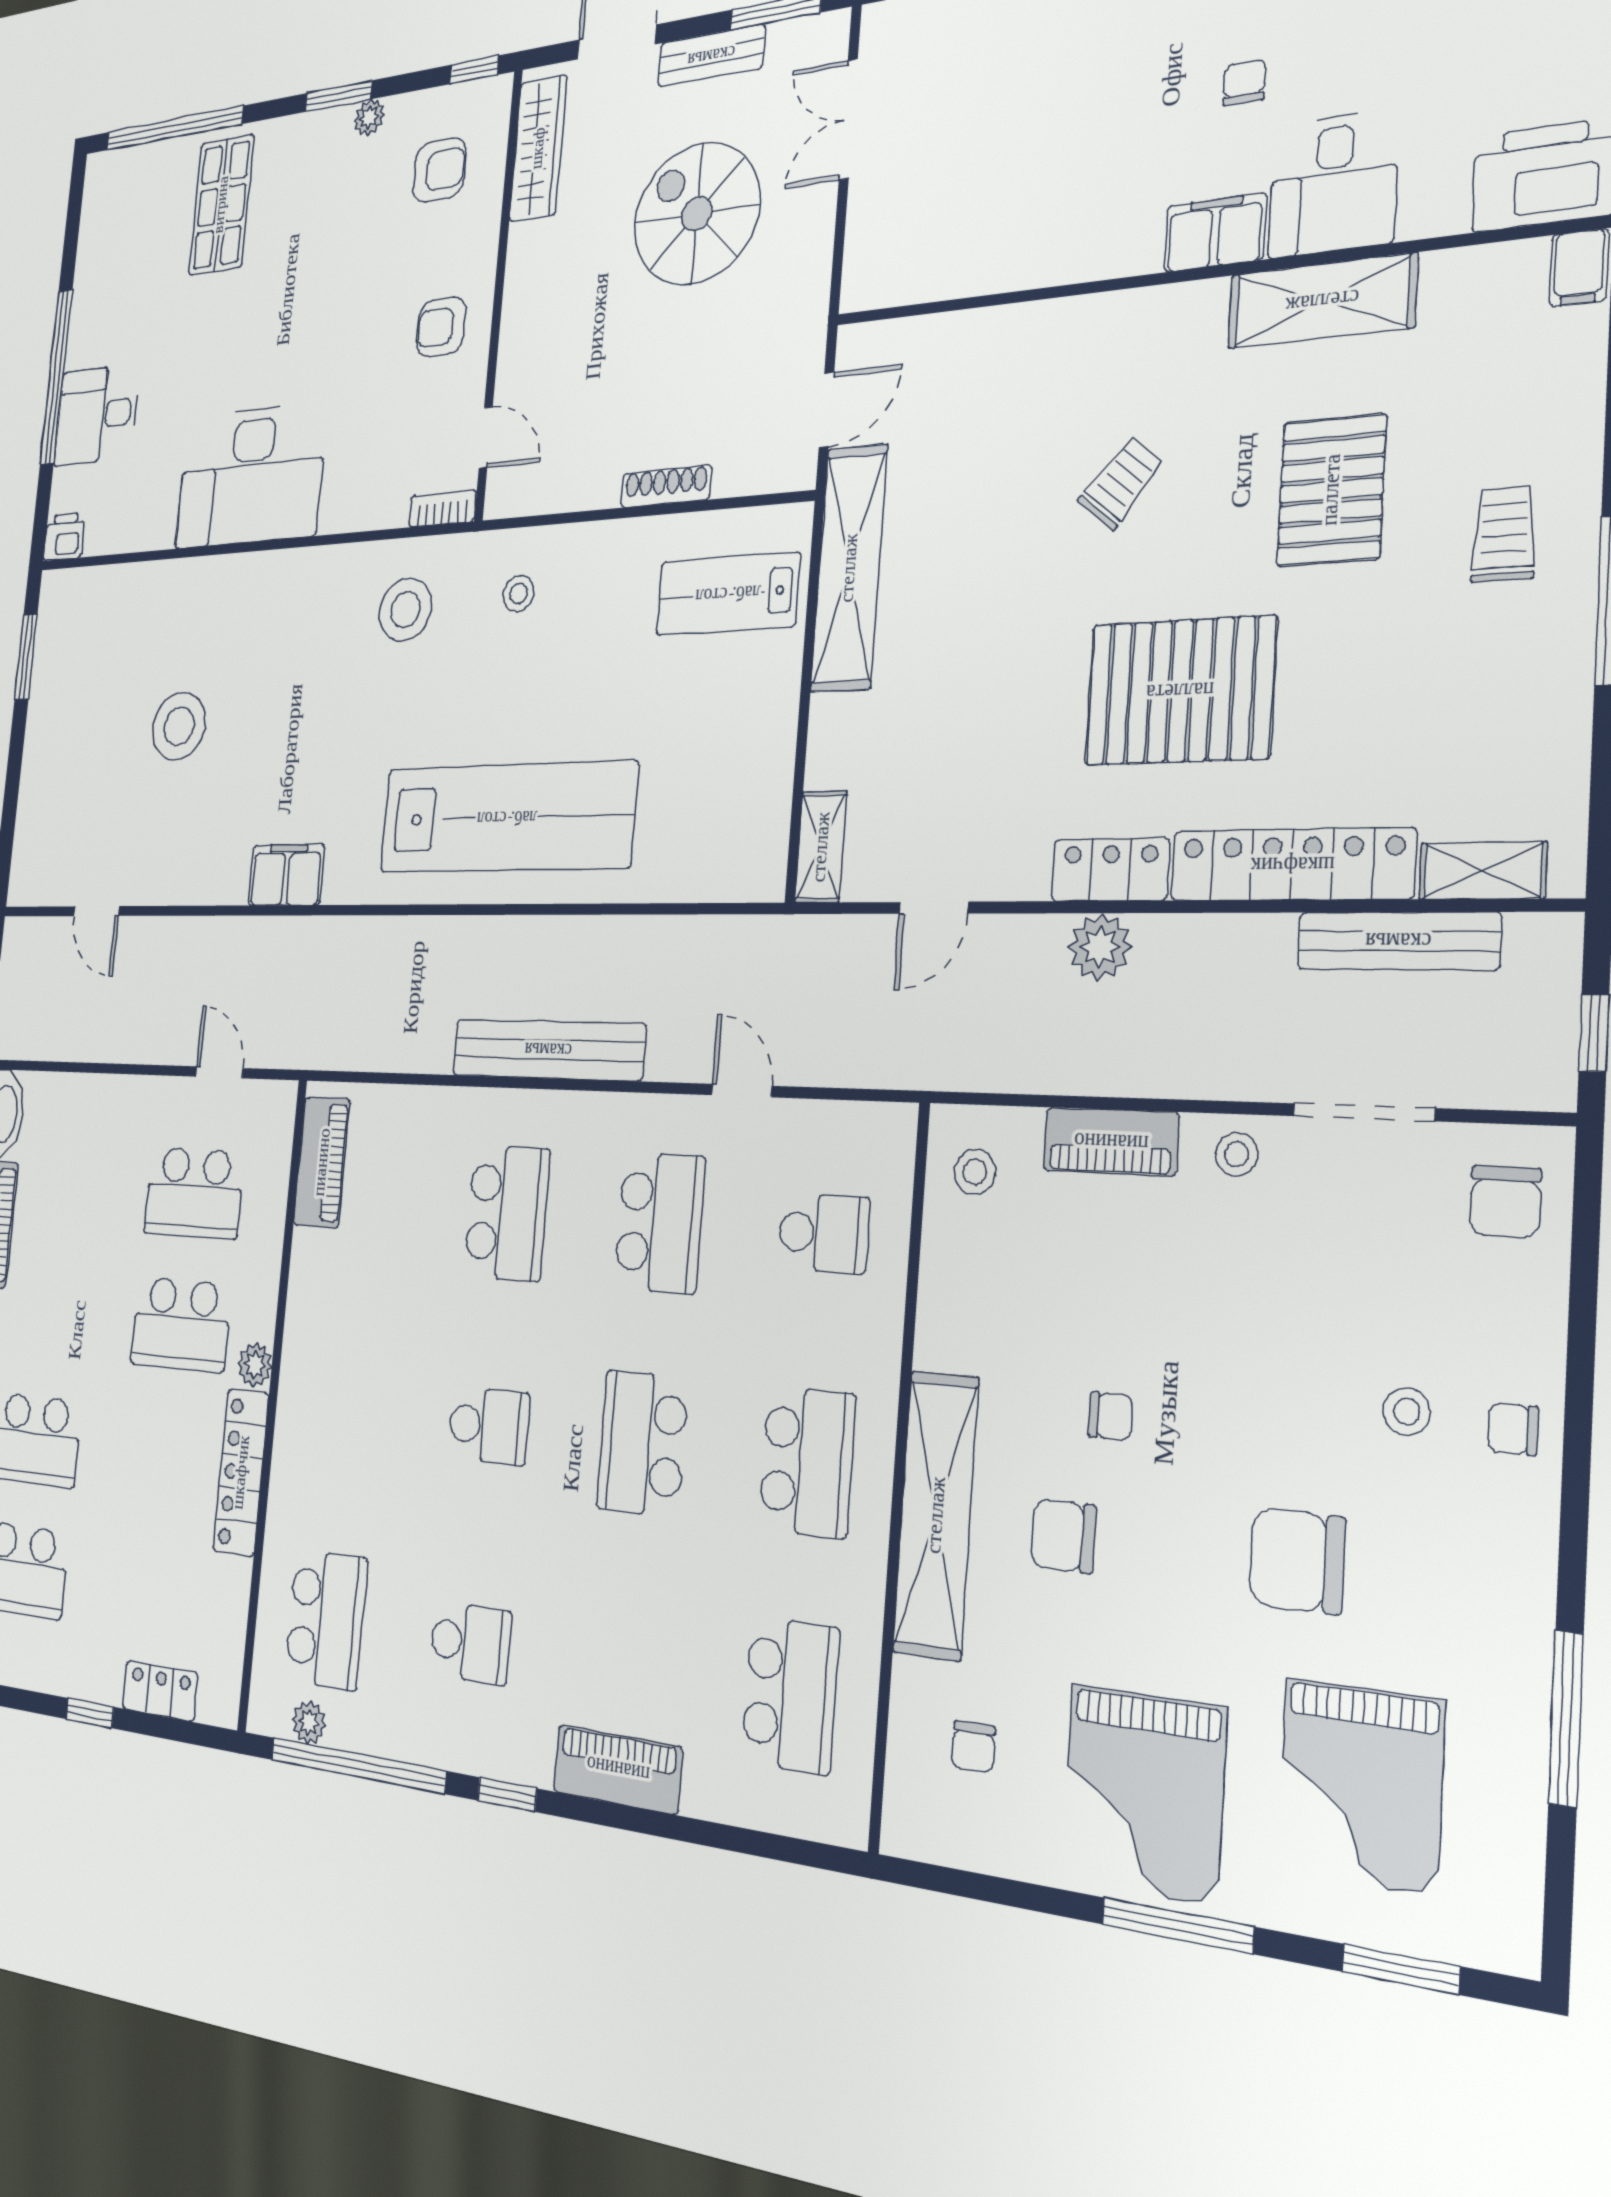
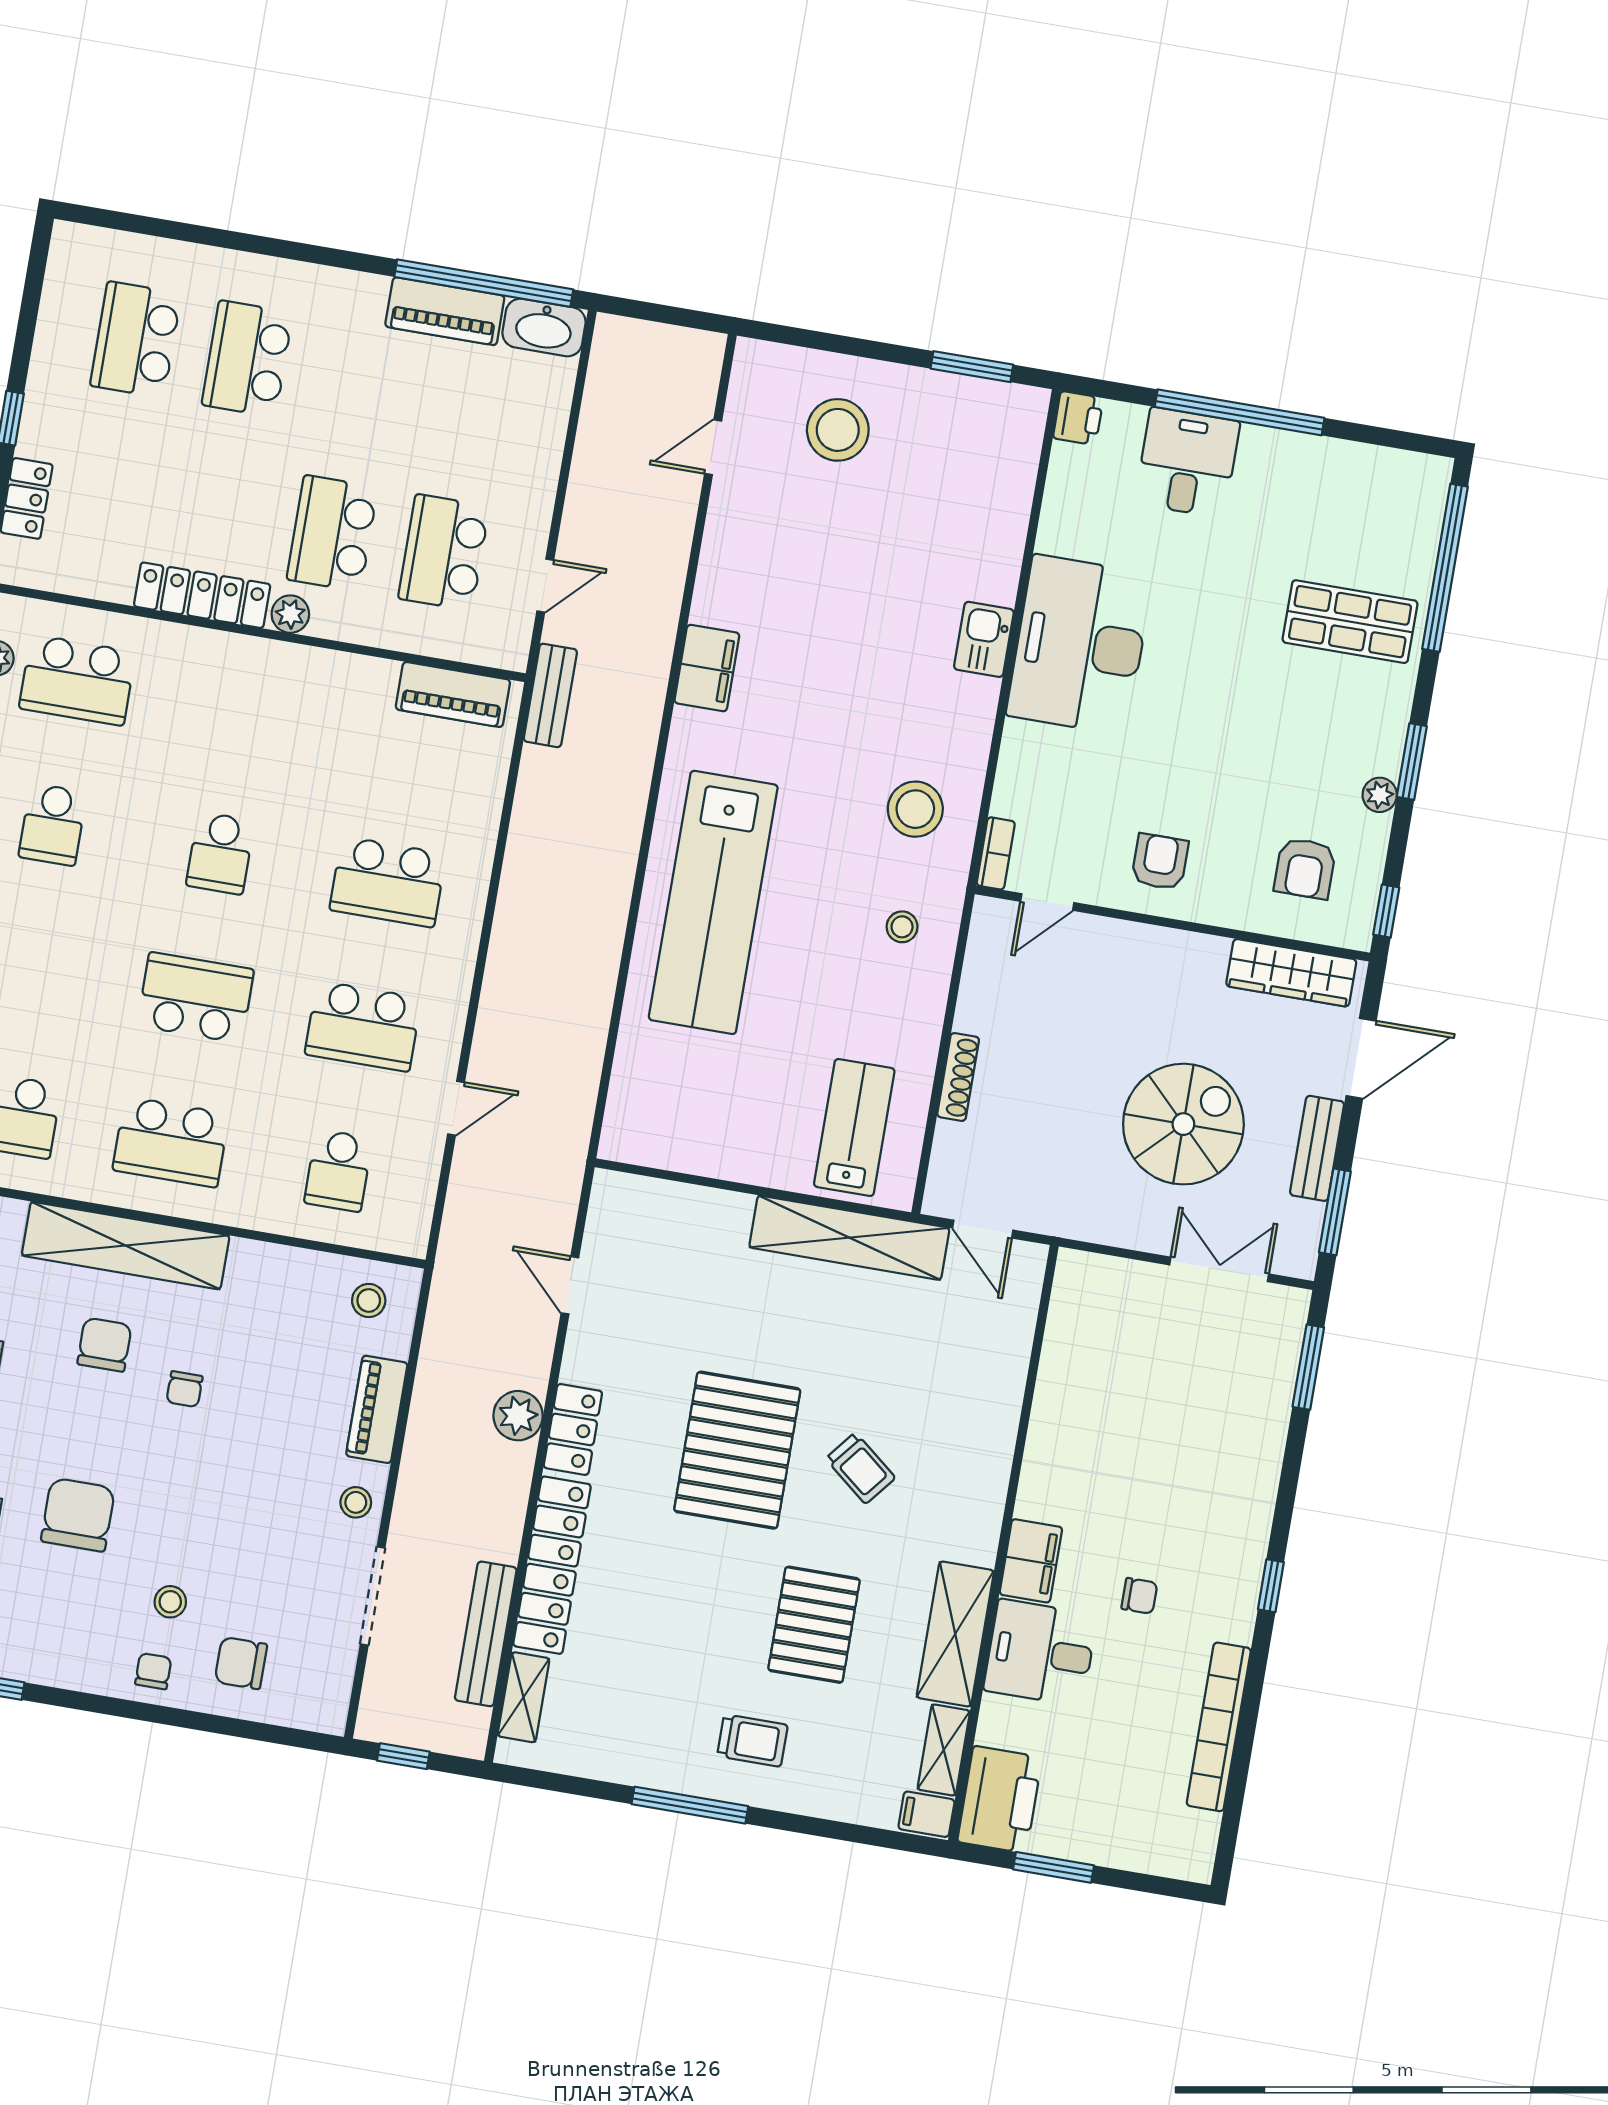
pallet: (1331, 490) -> (814, 1625), turned 90
kitchen sink: (250, 579) -> (984, 639), added
pallet: (1180, 691) -> (737, 1450), moved
stool: (179, 726) -> (838, 430), moved
shelving: (821, 847) -> (944, 1750), moved, turned 90
bench: (548, 1050) -> (550, 695), moved, width x0.54, depth x0.82
chair: (1505, 1202) -> (241, 1663), moved

